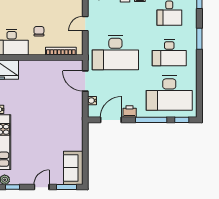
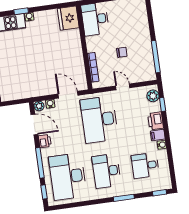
chair: (39, 31) -> (122, 52), moved
door: (85, 81) -> (68, 95), hinge flipped
plant: (93, 112) -> (39, 106), added

